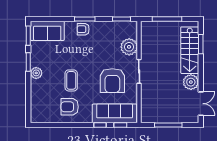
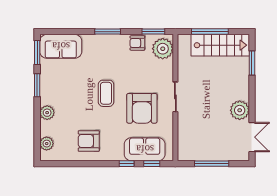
armchair: (83, 29) -> (137, 43), moved
plant: (129, 47) -> (163, 49), moved
stairs: (190, 50) -> (220, 45), moved, turned -90
plant: (36, 73) -> (47, 113), moved
coffee table: (71, 80) -> (106, 93), moved
plant: (36, 109) -> (47, 144), added
sofa: (115, 113) -> (145, 149), width x0.73

